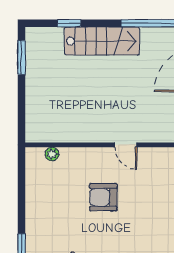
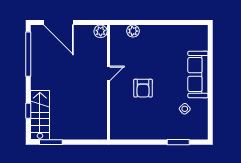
stairs: (102, 41) -> (40, 115), moved
plant: (52, 154) -> (114, 122), removed

